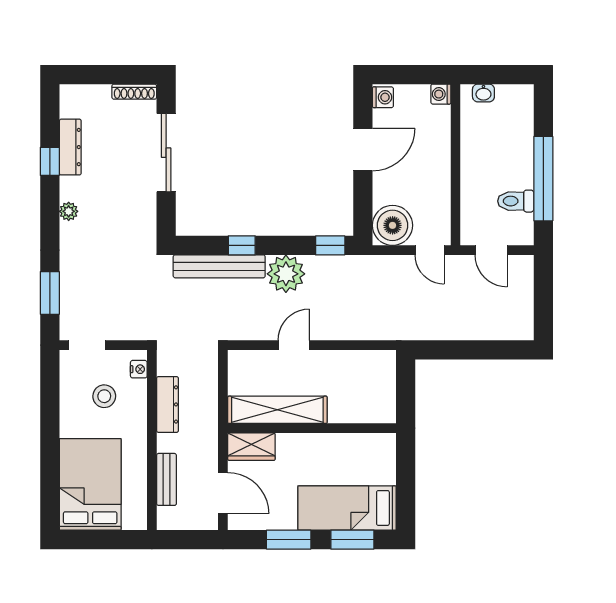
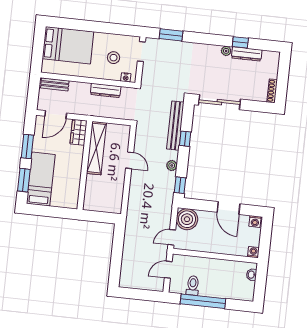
sliding door: (166, 153) -> (219, 102), moved
plant: (69, 211) -> (226, 51), moved
plant: (286, 274) -> (172, 165), width x0.53, depth x0.53
bench: (166, 479) -> (55, 84), moved

